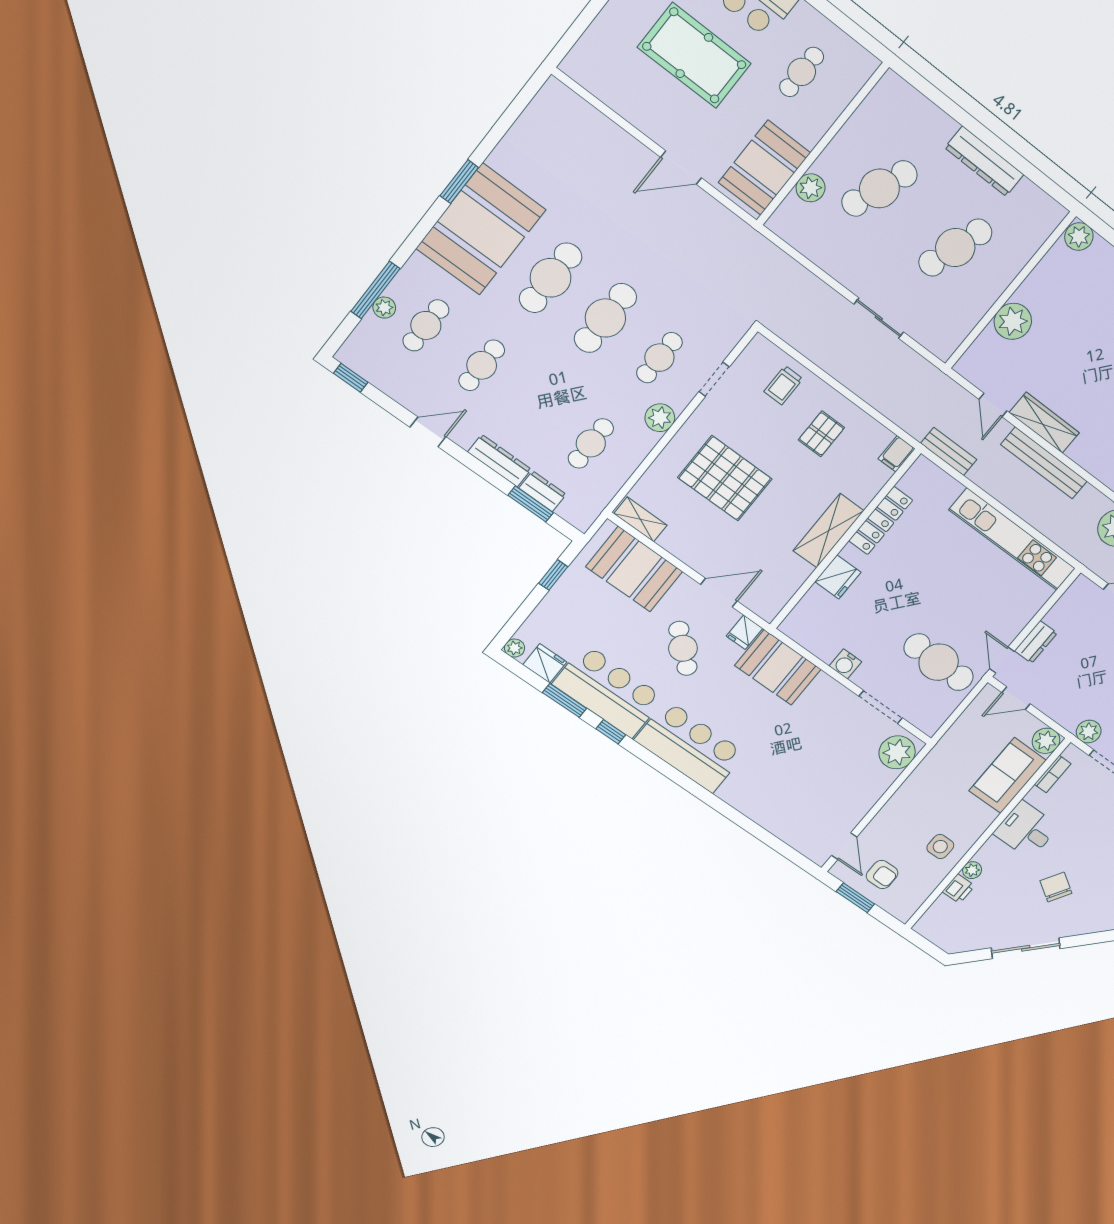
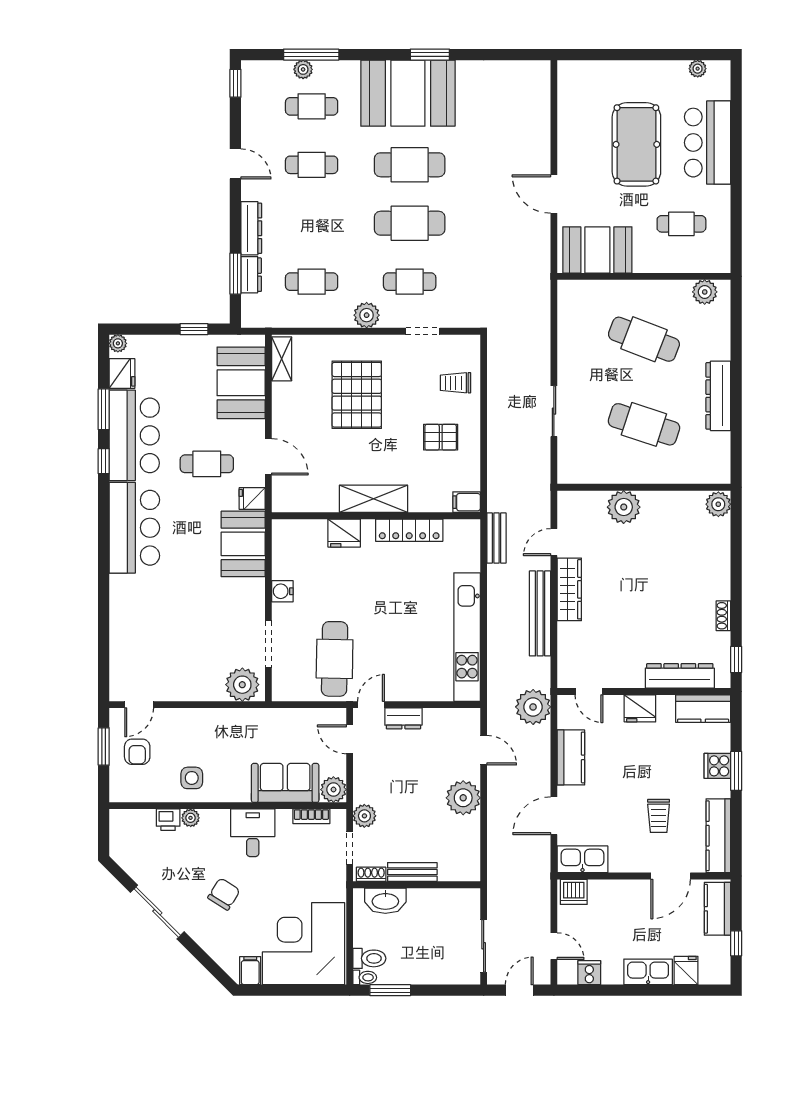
plant: (811, 188) -> (705, 292), moved
cafe table: (683, 648) -> (207, 464), turned 49

